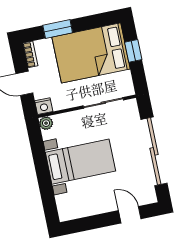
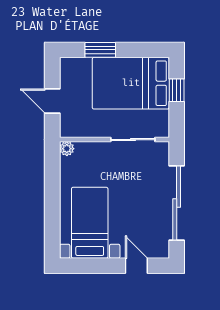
bookcase: (30, 54) -> (65, 71), removed
nightstand: (44, 106) -> (68, 130), removed
bed with nightstands: (80, 162) -> (90, 223), moved, turned -90

